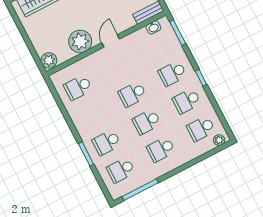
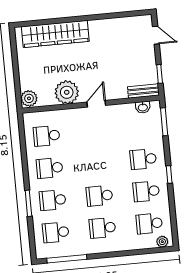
school desk: (132, 94) -> (50, 168), moved

